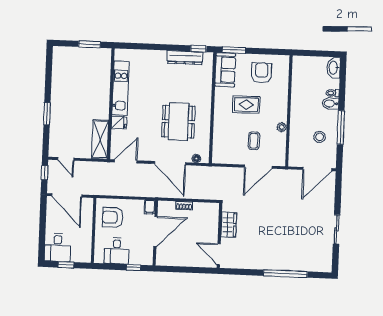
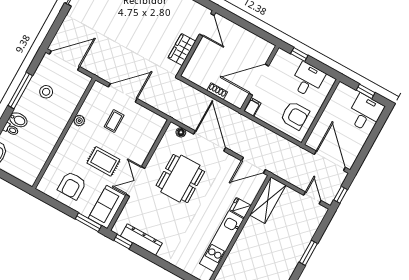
double door: (213, 101) -> (136, 181), added

